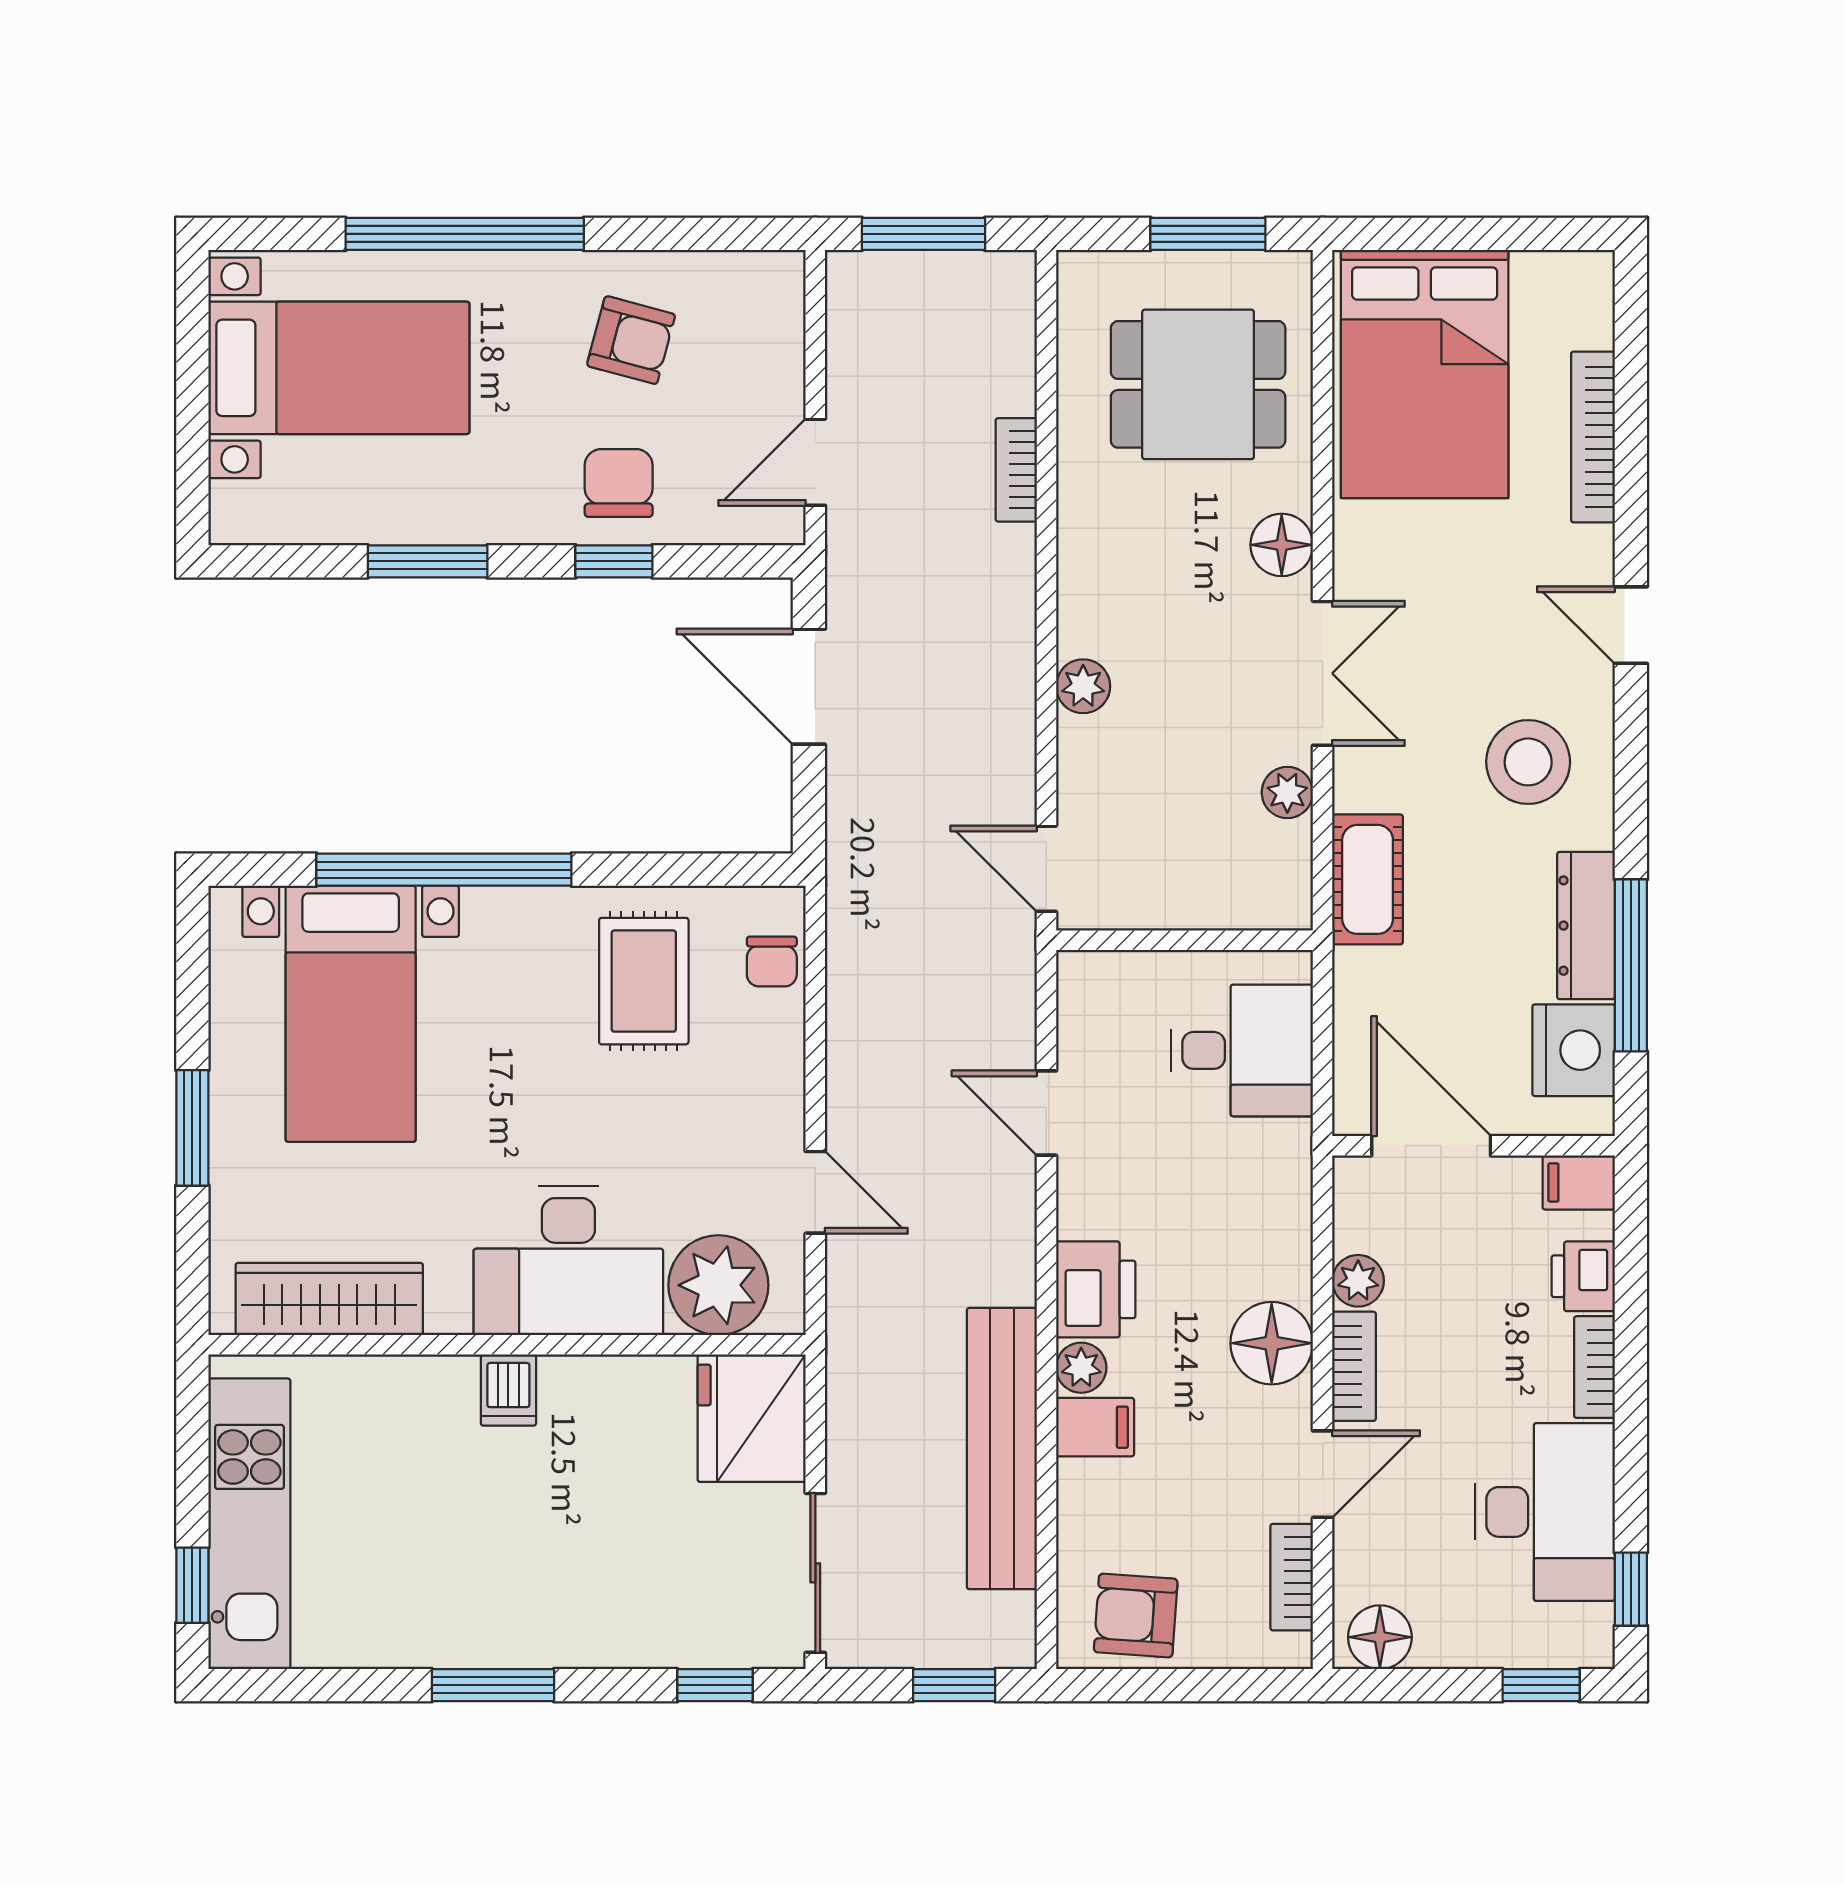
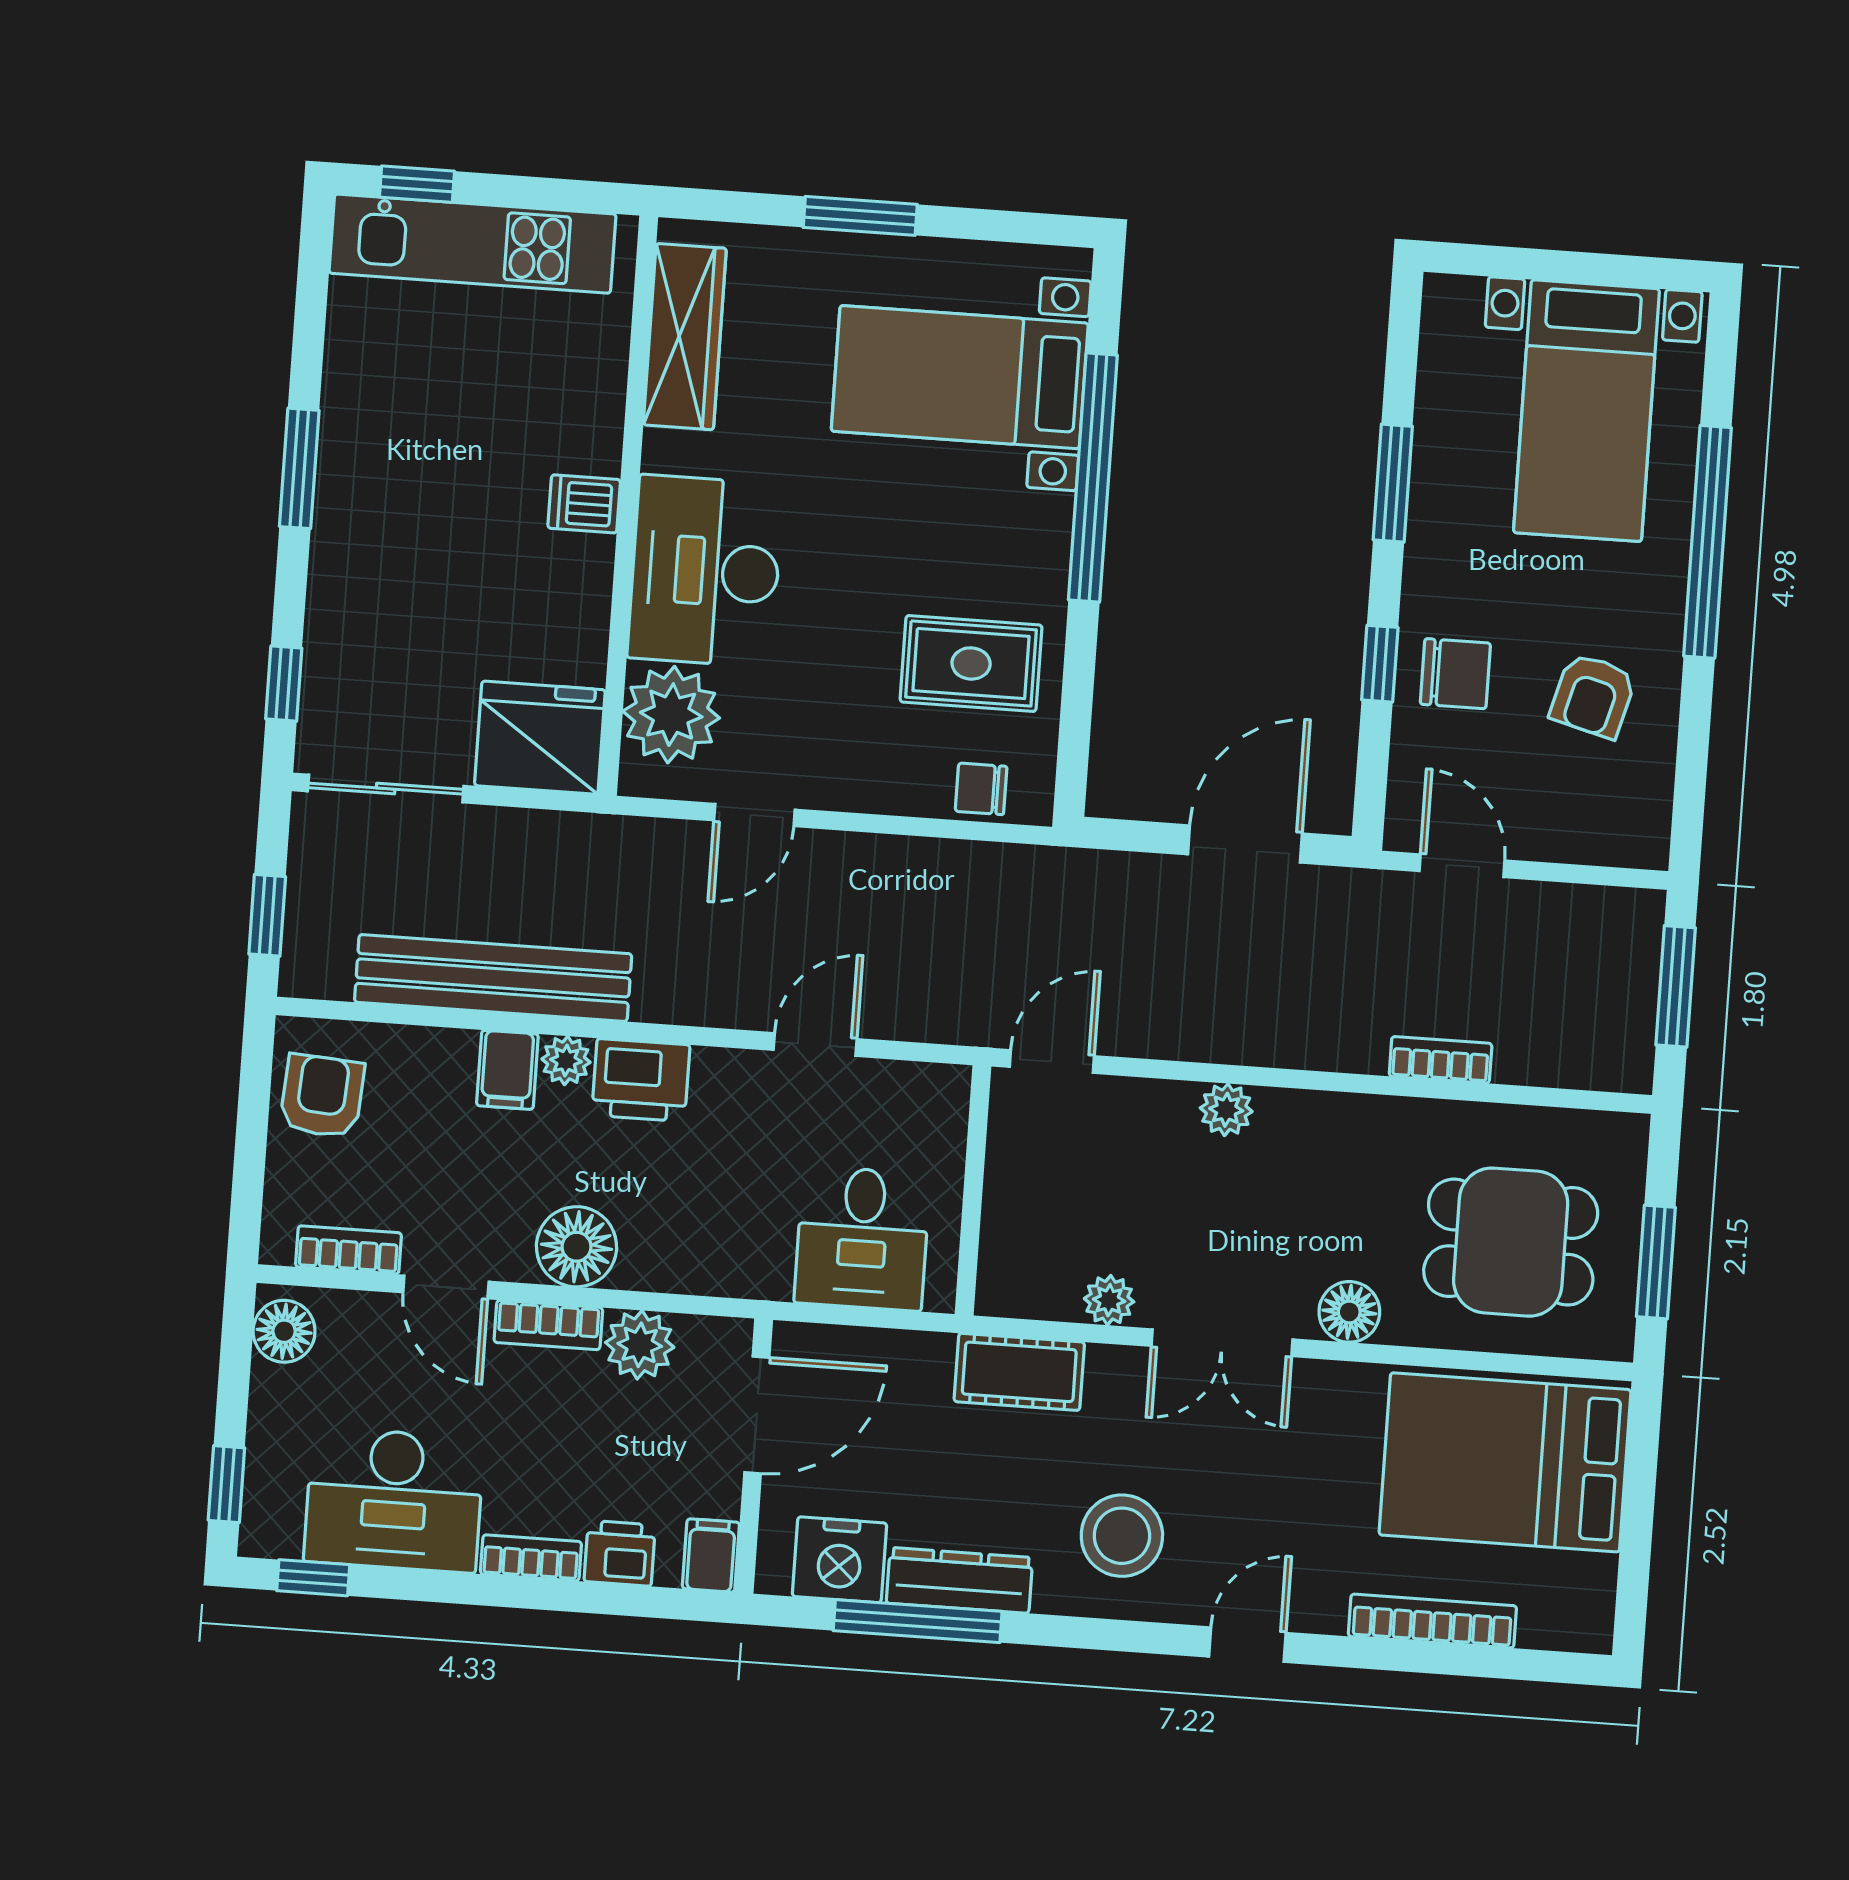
dining table: (1198, 384) -> (1511, 1242), turned 90
plant: (1358, 1281) -> (640, 1345), width x1.38, depth x1.38

